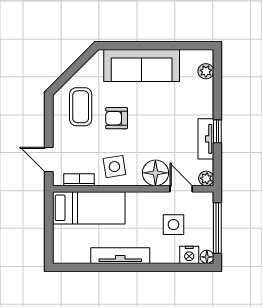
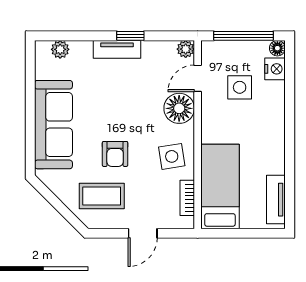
tv unit: (206, 139) -> (117, 49), moved
door: (49, 159) -> (143, 233), moved
tv unit: (120, 256) -> (276, 200), moved, width x0.71

